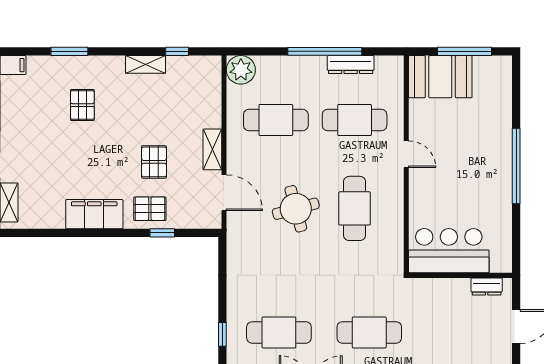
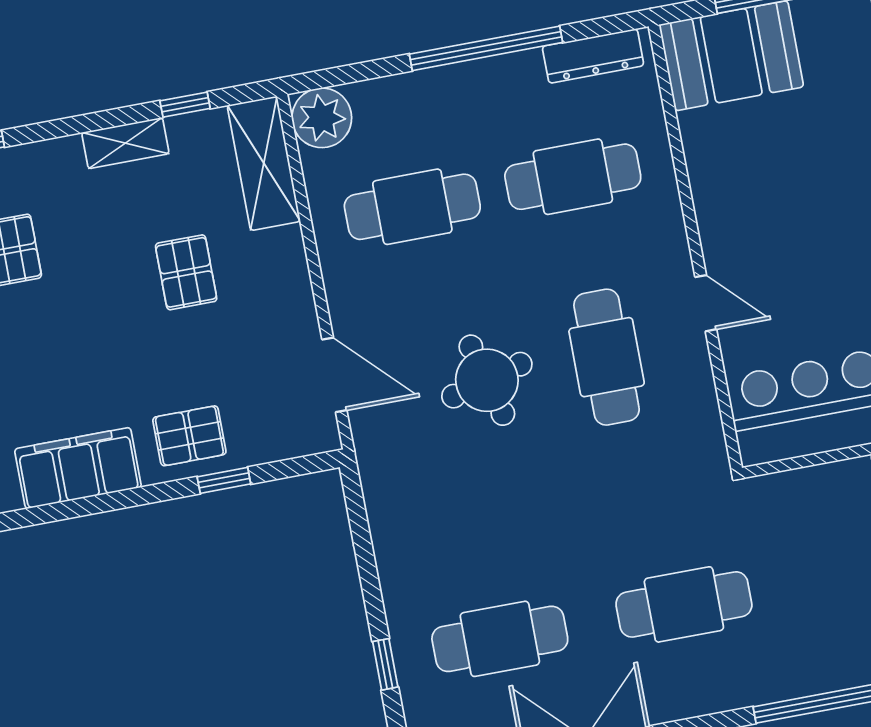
dresser: (351, 65) -> (593, 56), moved
shelving: (212, 149) -> (264, 163), moved, width x1.50, depth x1.33
door: (406, 154) -> (706, 303), moved
pallet: (154, 162) -> (186, 272), moved

